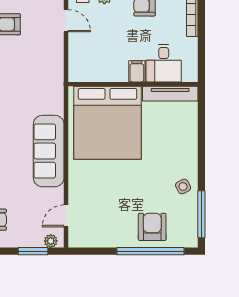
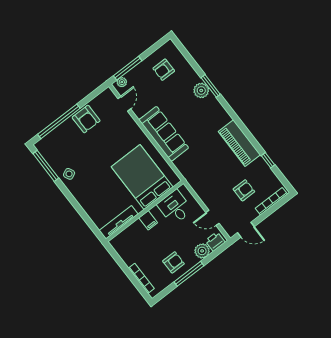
desk: (164, 63) -> (175, 207), moved
bed: (107, 123) -> (142, 177), width x0.73
armchair: (152, 227) -> (86, 119), moved
window: (33, 251) -> (128, 68), width x1.44

